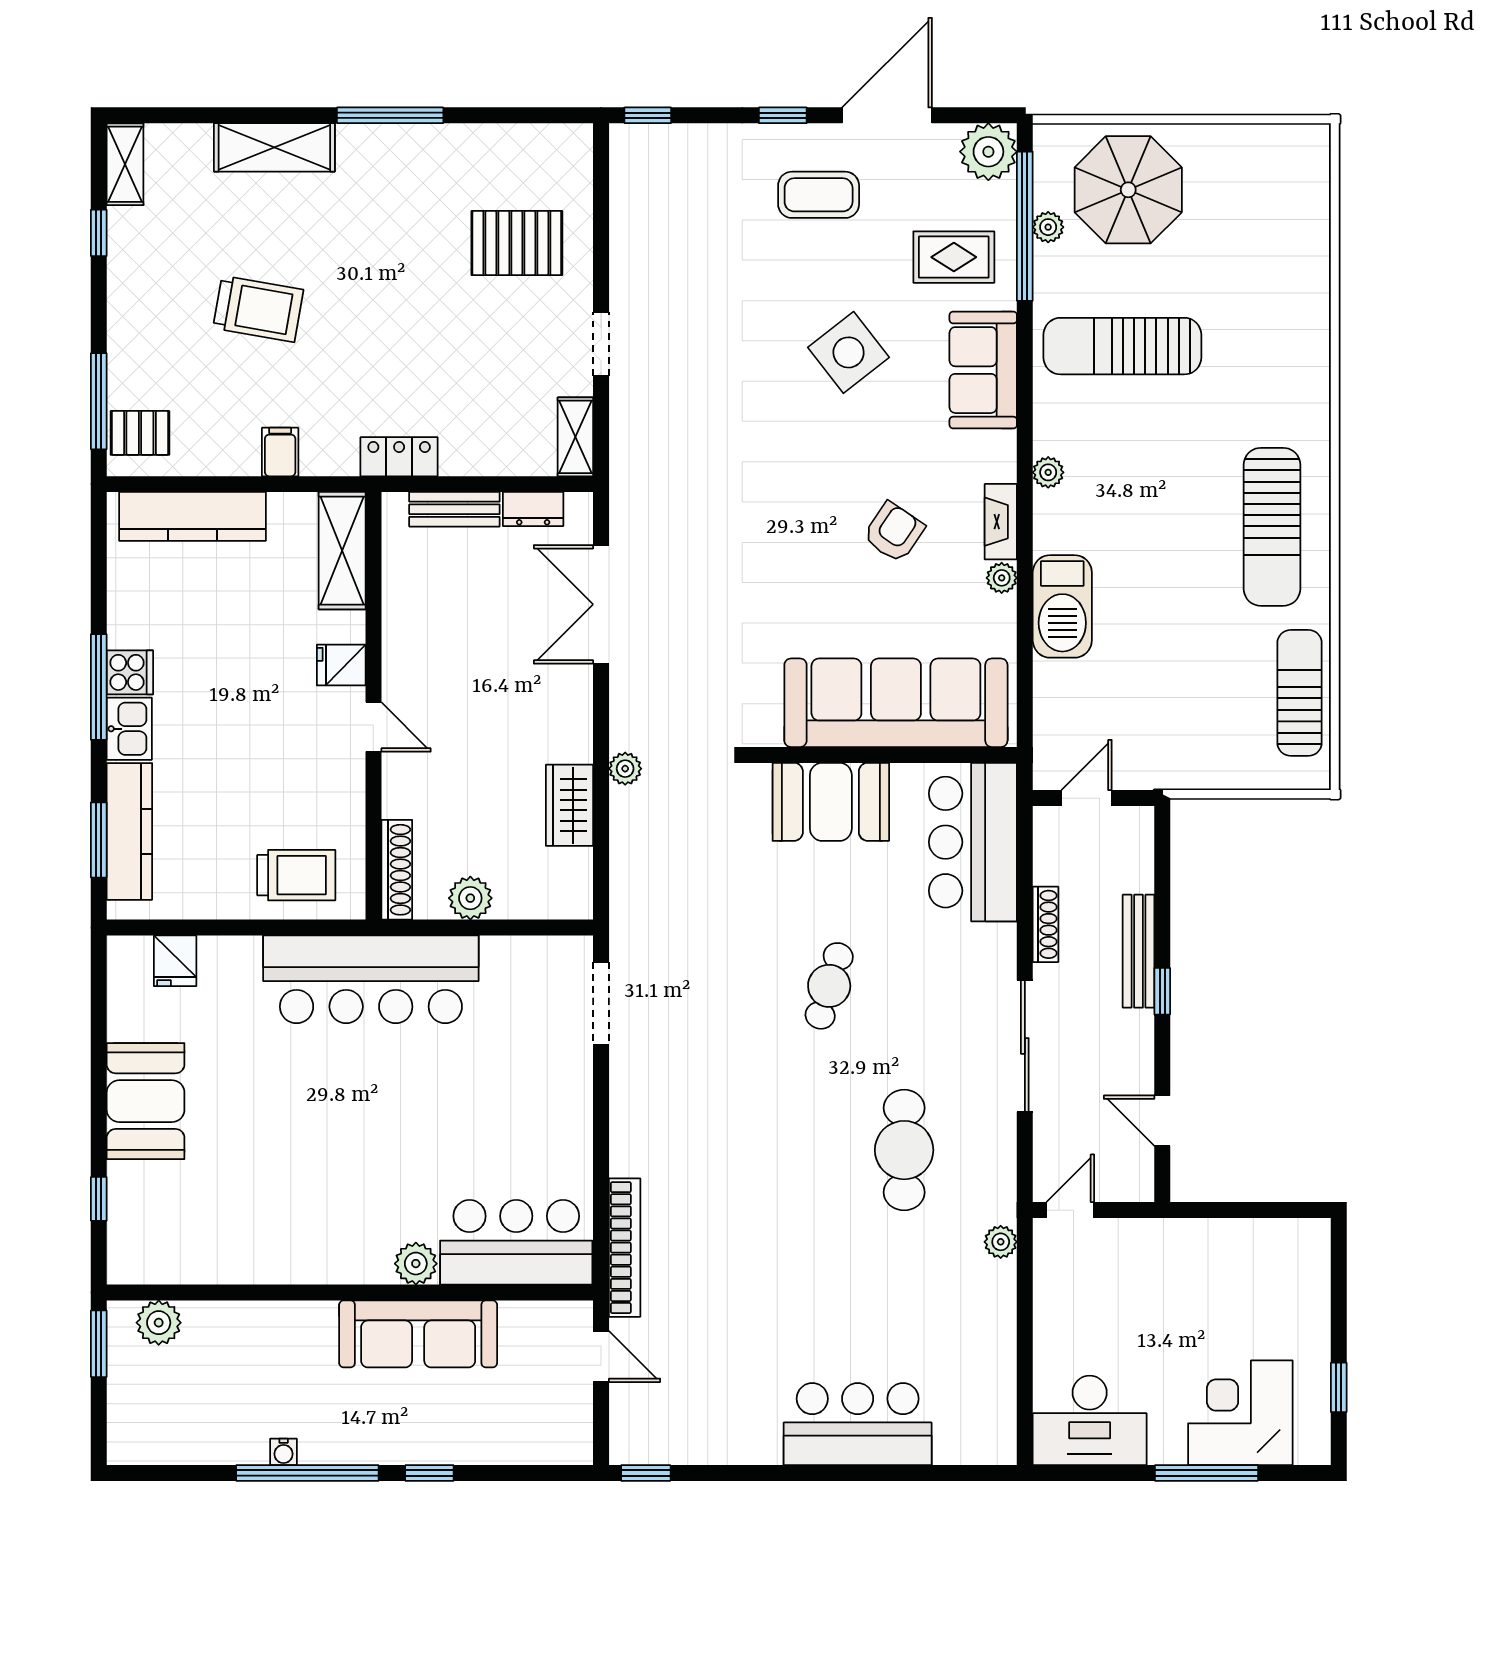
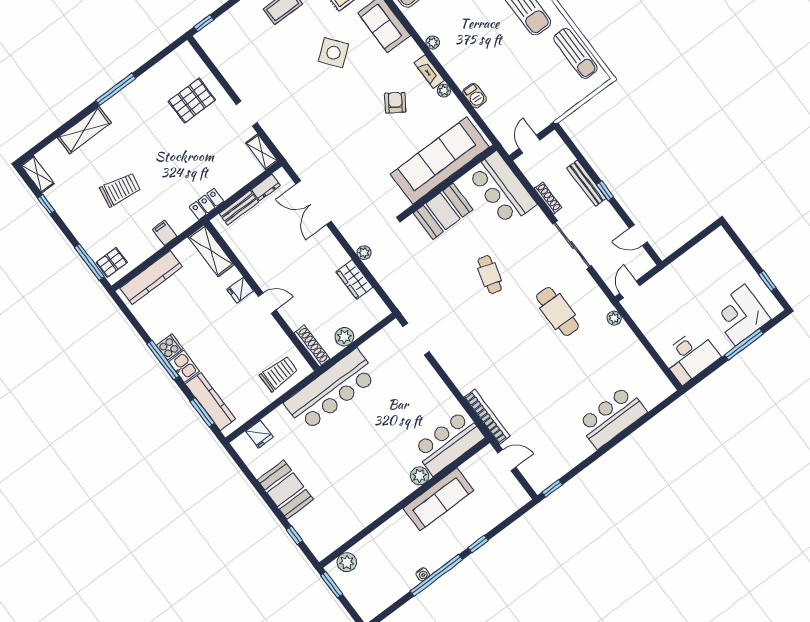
barbecue: (1062, 606) -> (475, 96), width x0.53, depth x0.65
sun lounger: (1300, 693) -> (575, 53), turned 180

